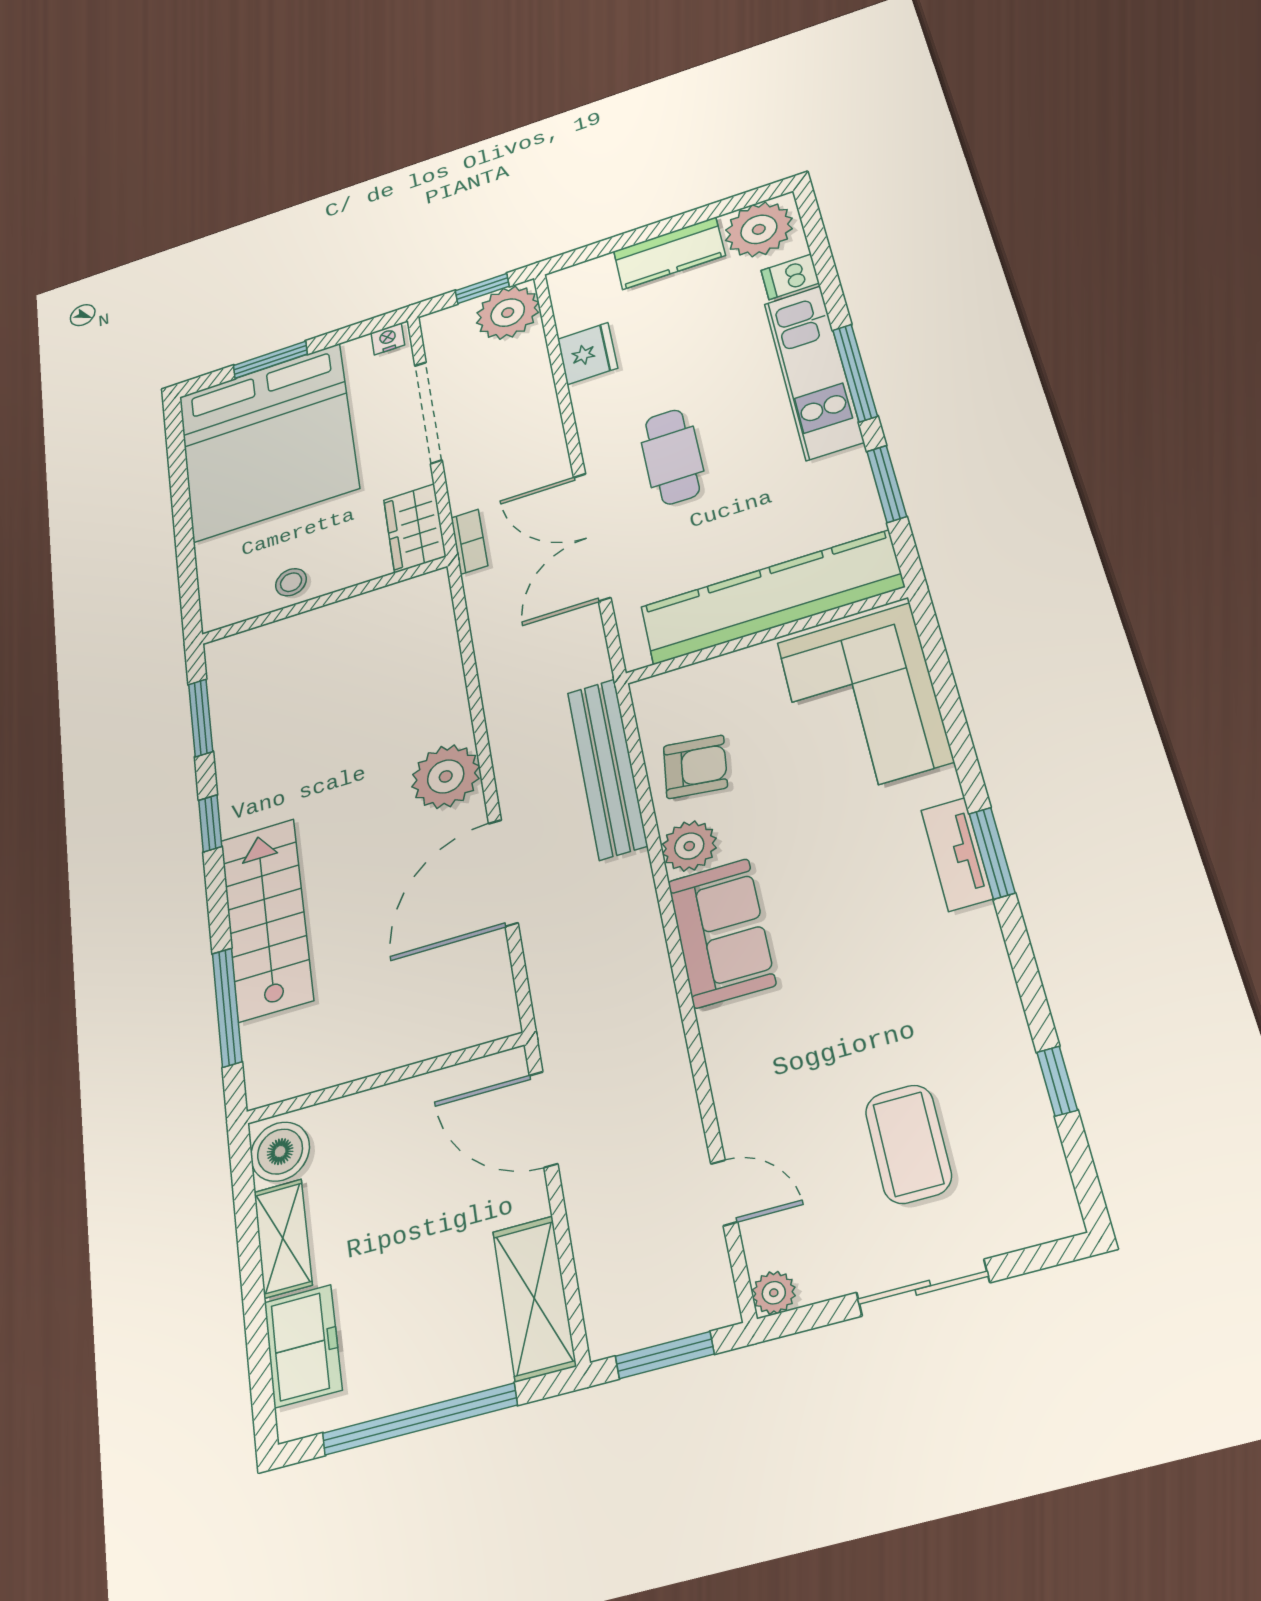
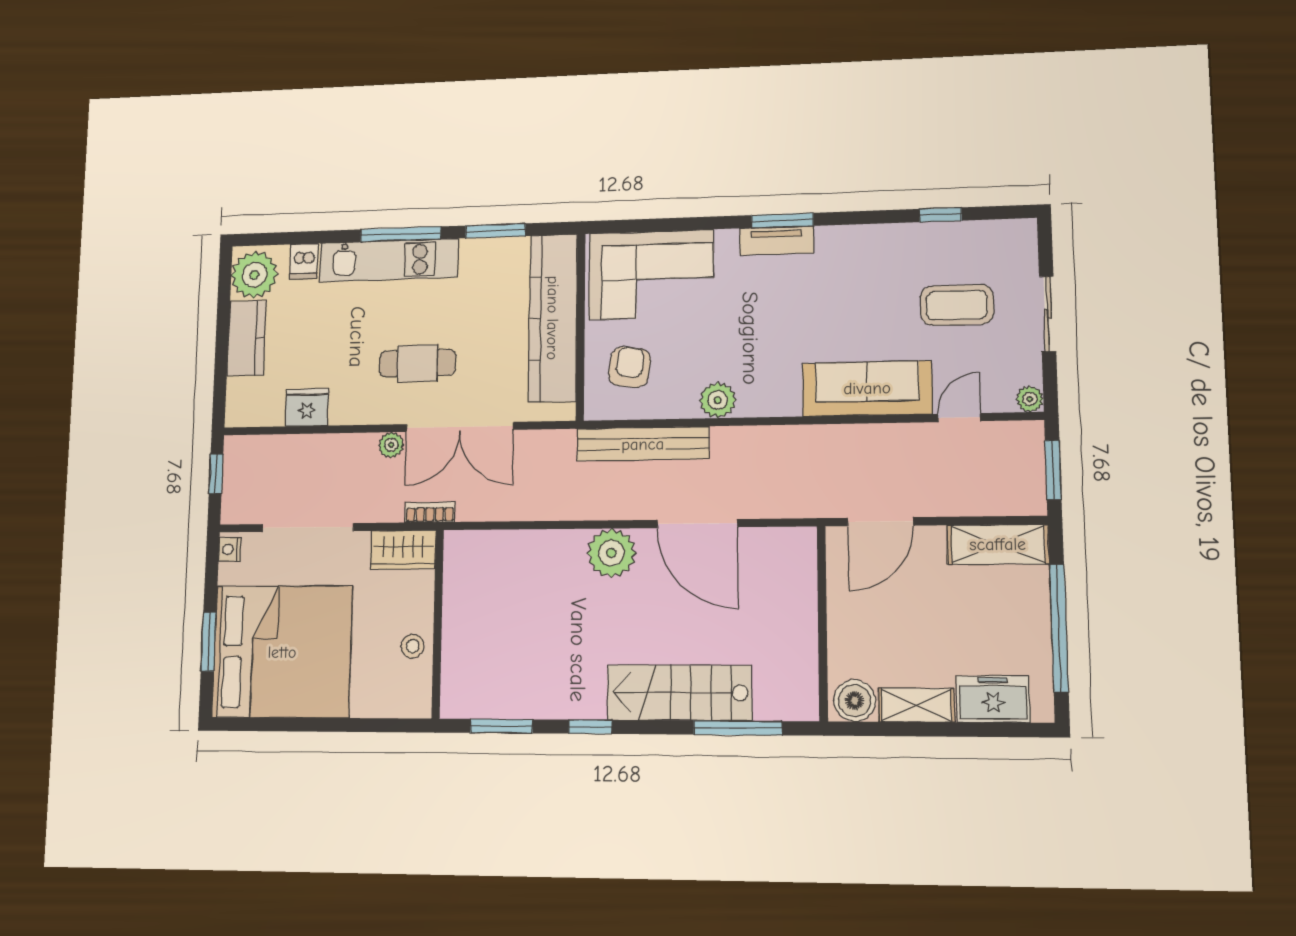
plant: (508, 313) -> (391, 445), moved, width x0.53, depth x0.53
armchair: (695, 767) -> (630, 367), moved
sofa: (721, 933) -> (867, 388), moved, width x1.36

